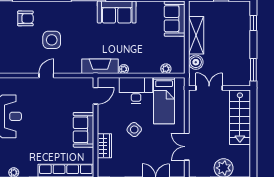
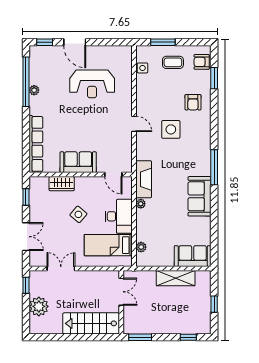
boiler: (196, 62) -> (148, 278), removed

